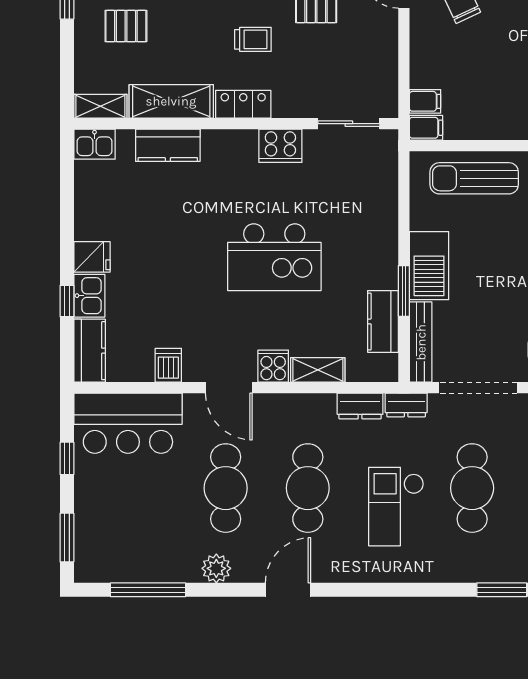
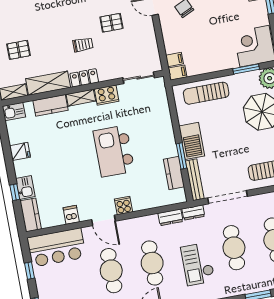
fridge: (92, 257) -> (20, 151), moved
kitchen island: (274, 257) -> (114, 151), turned 90
shelving: (318, 370) -> (81, 98), moved

